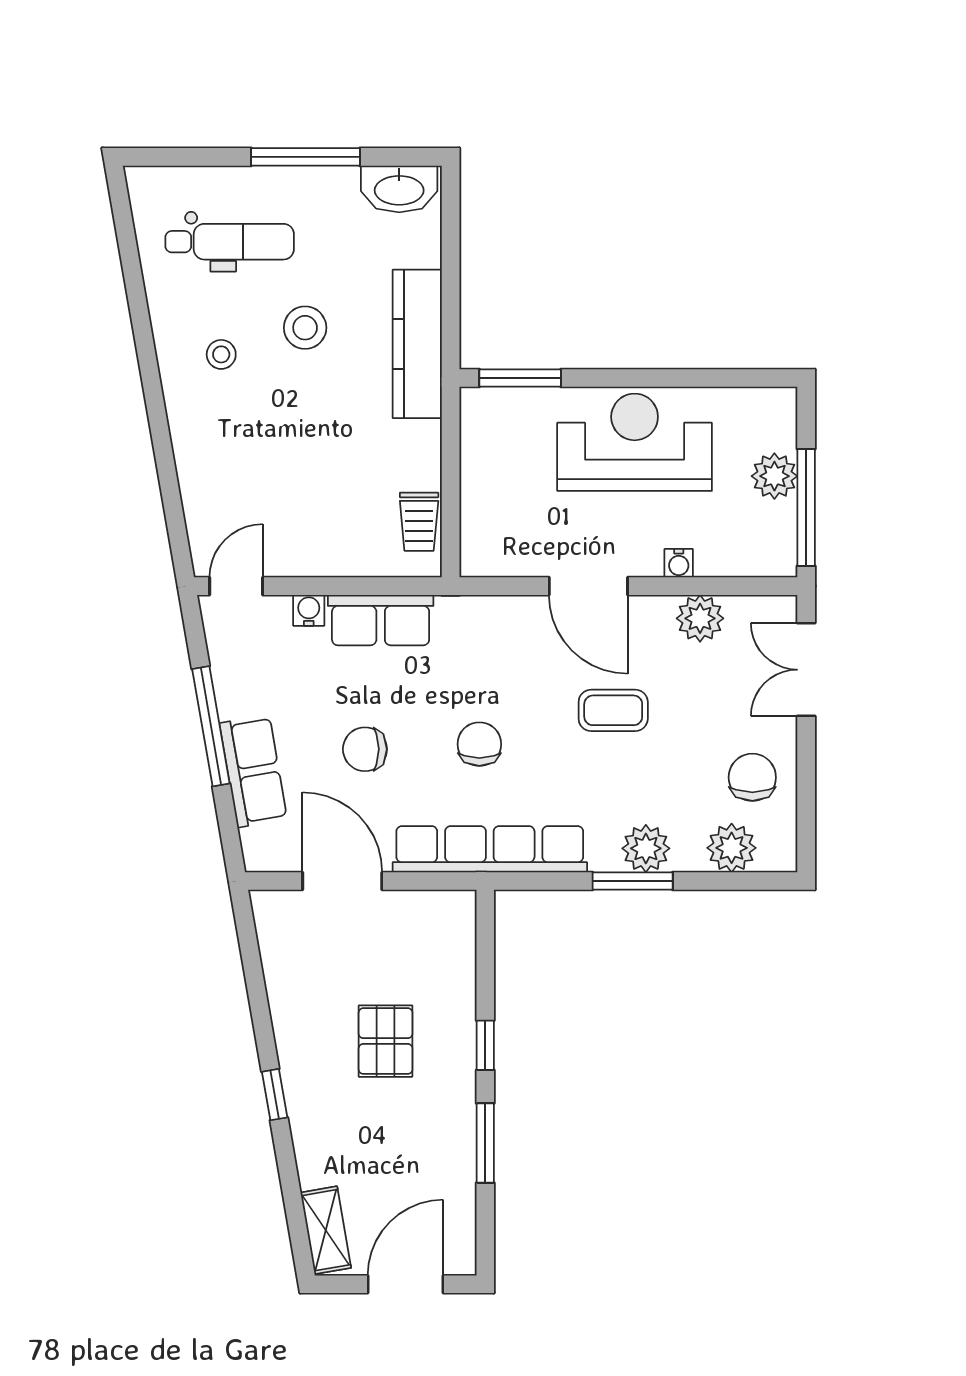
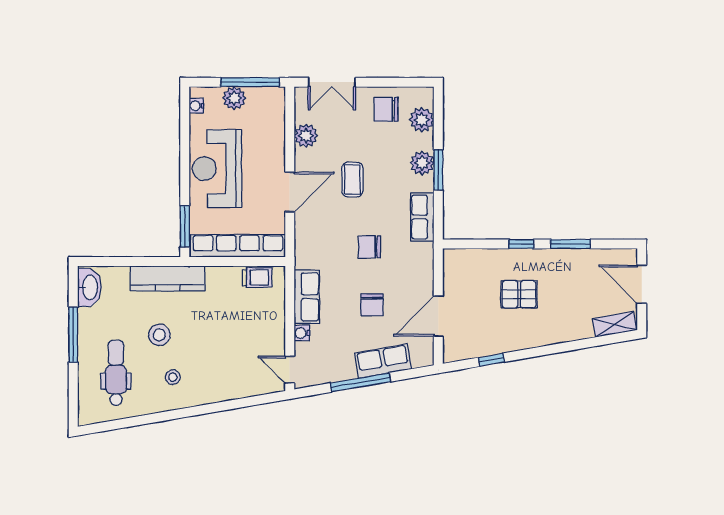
row of seats: (482, 483) -> (238, 246), added
water cooler: (679, 563) -> (196, 106), moved, turned 180
row of seats: (490, 849) -> (422, 217), width x0.50
window: (275, 1095) -> (491, 360), moved

